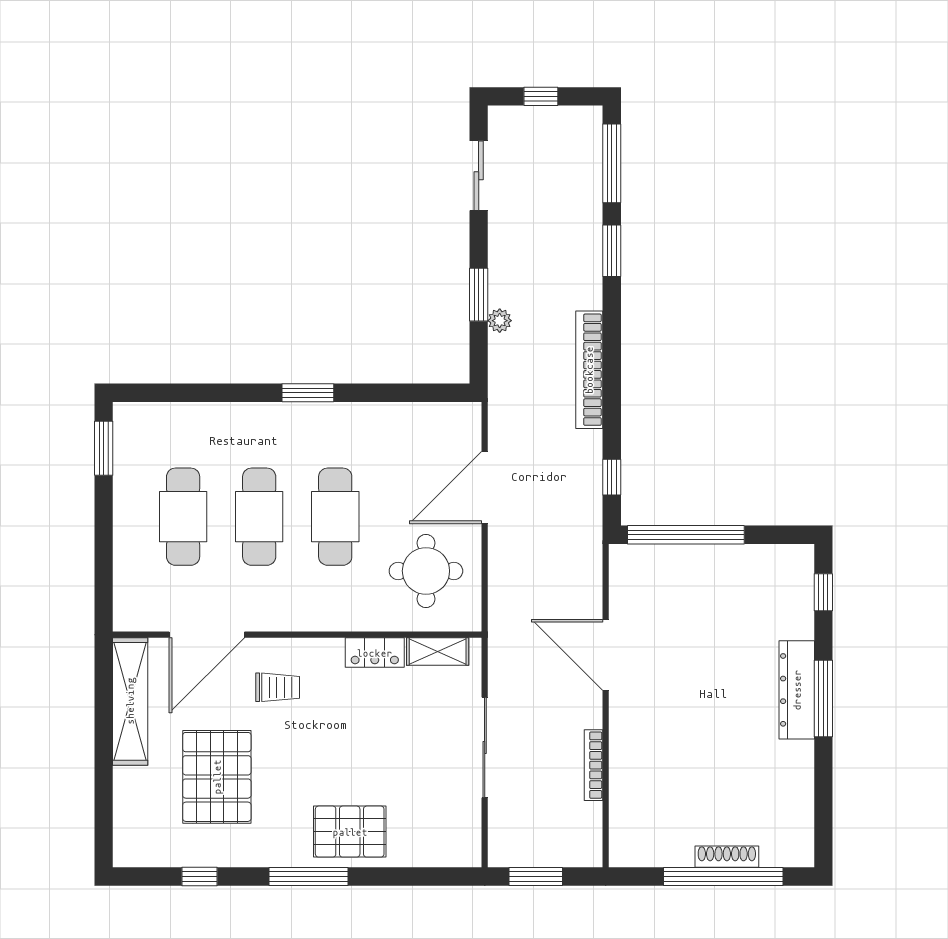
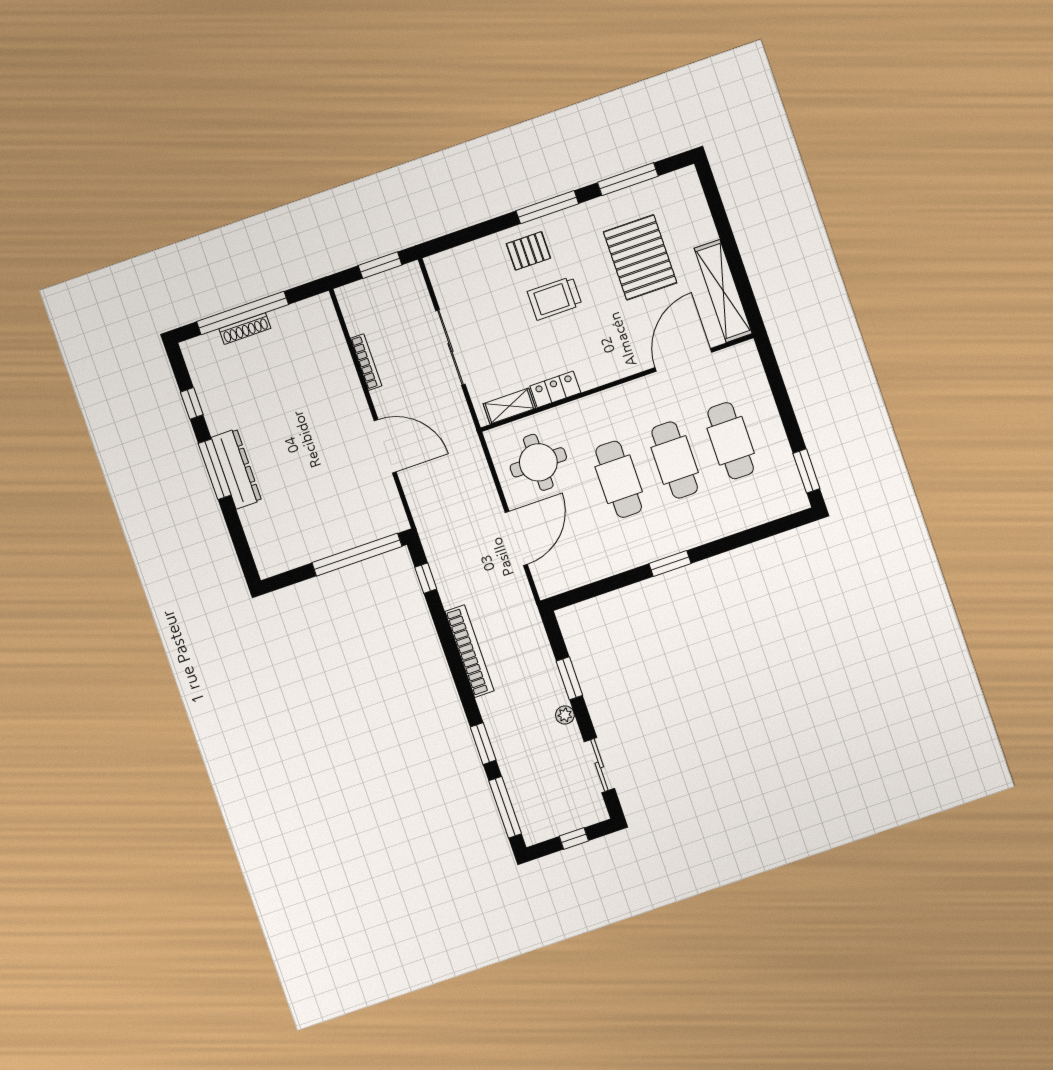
plant: (500, 321) -> (565, 715), moved
window: (823, 592) -> (192, 403), moved
trolley: (278, 687) -> (555, 298), moved, width x1.36, depth x1.39
pallet: (350, 832) -> (528, 251), width x0.67, depth x0.71
window: (199, 877) -> (628, 179), width x2.17

